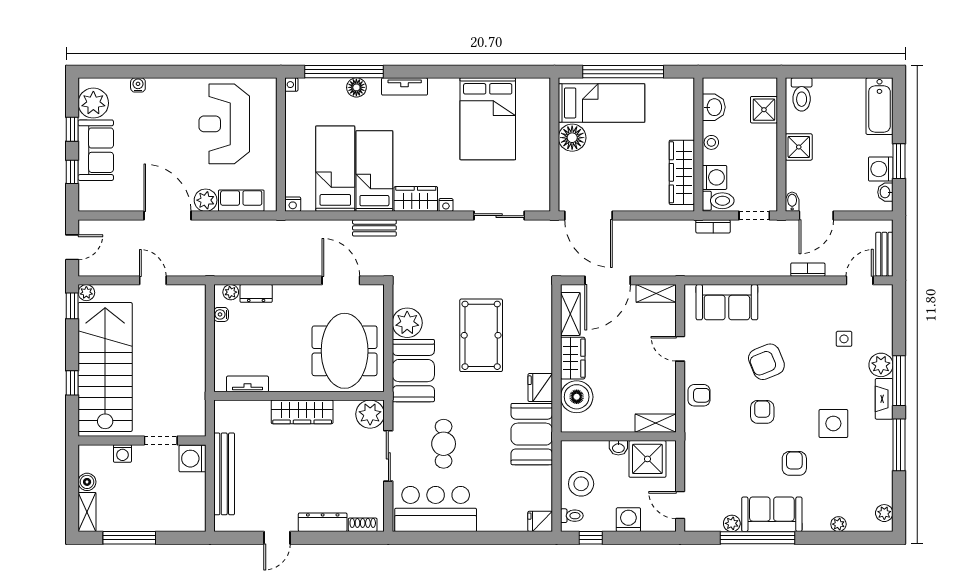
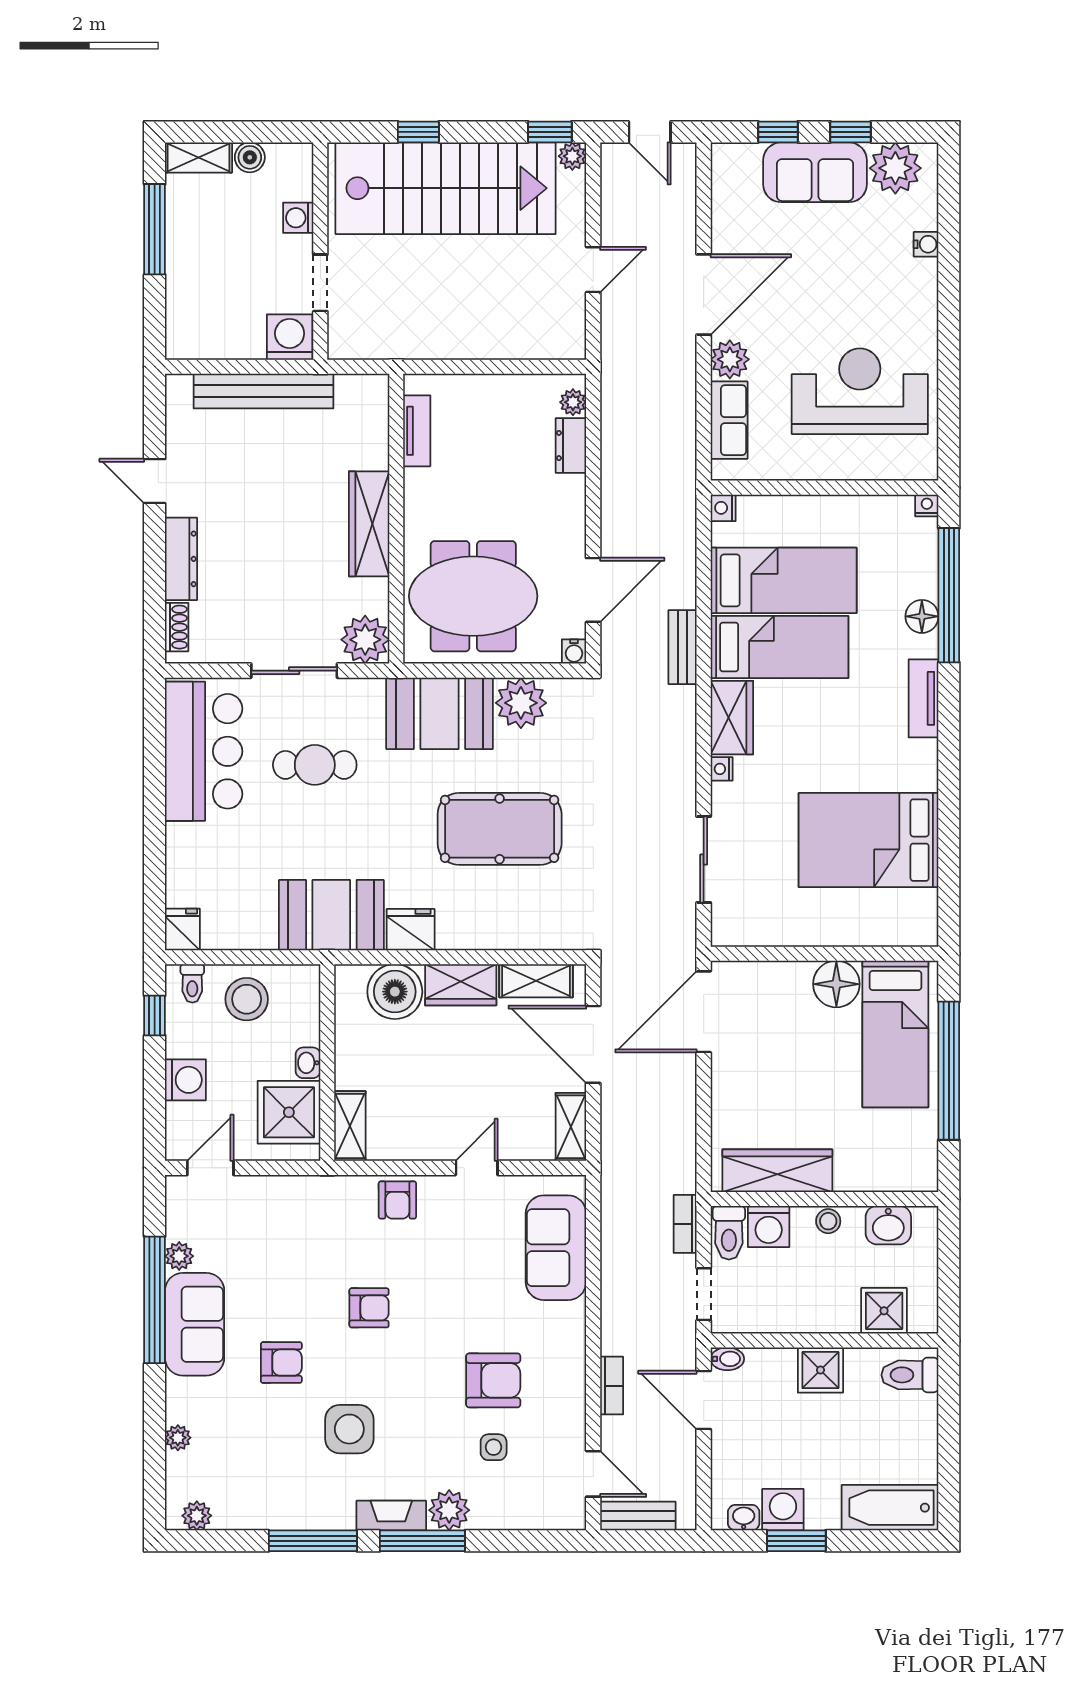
water cooler: (221, 314) -> (574, 652), moved, turned 180
armchair: (766, 362) -> (493, 1380), moved, turned 112

